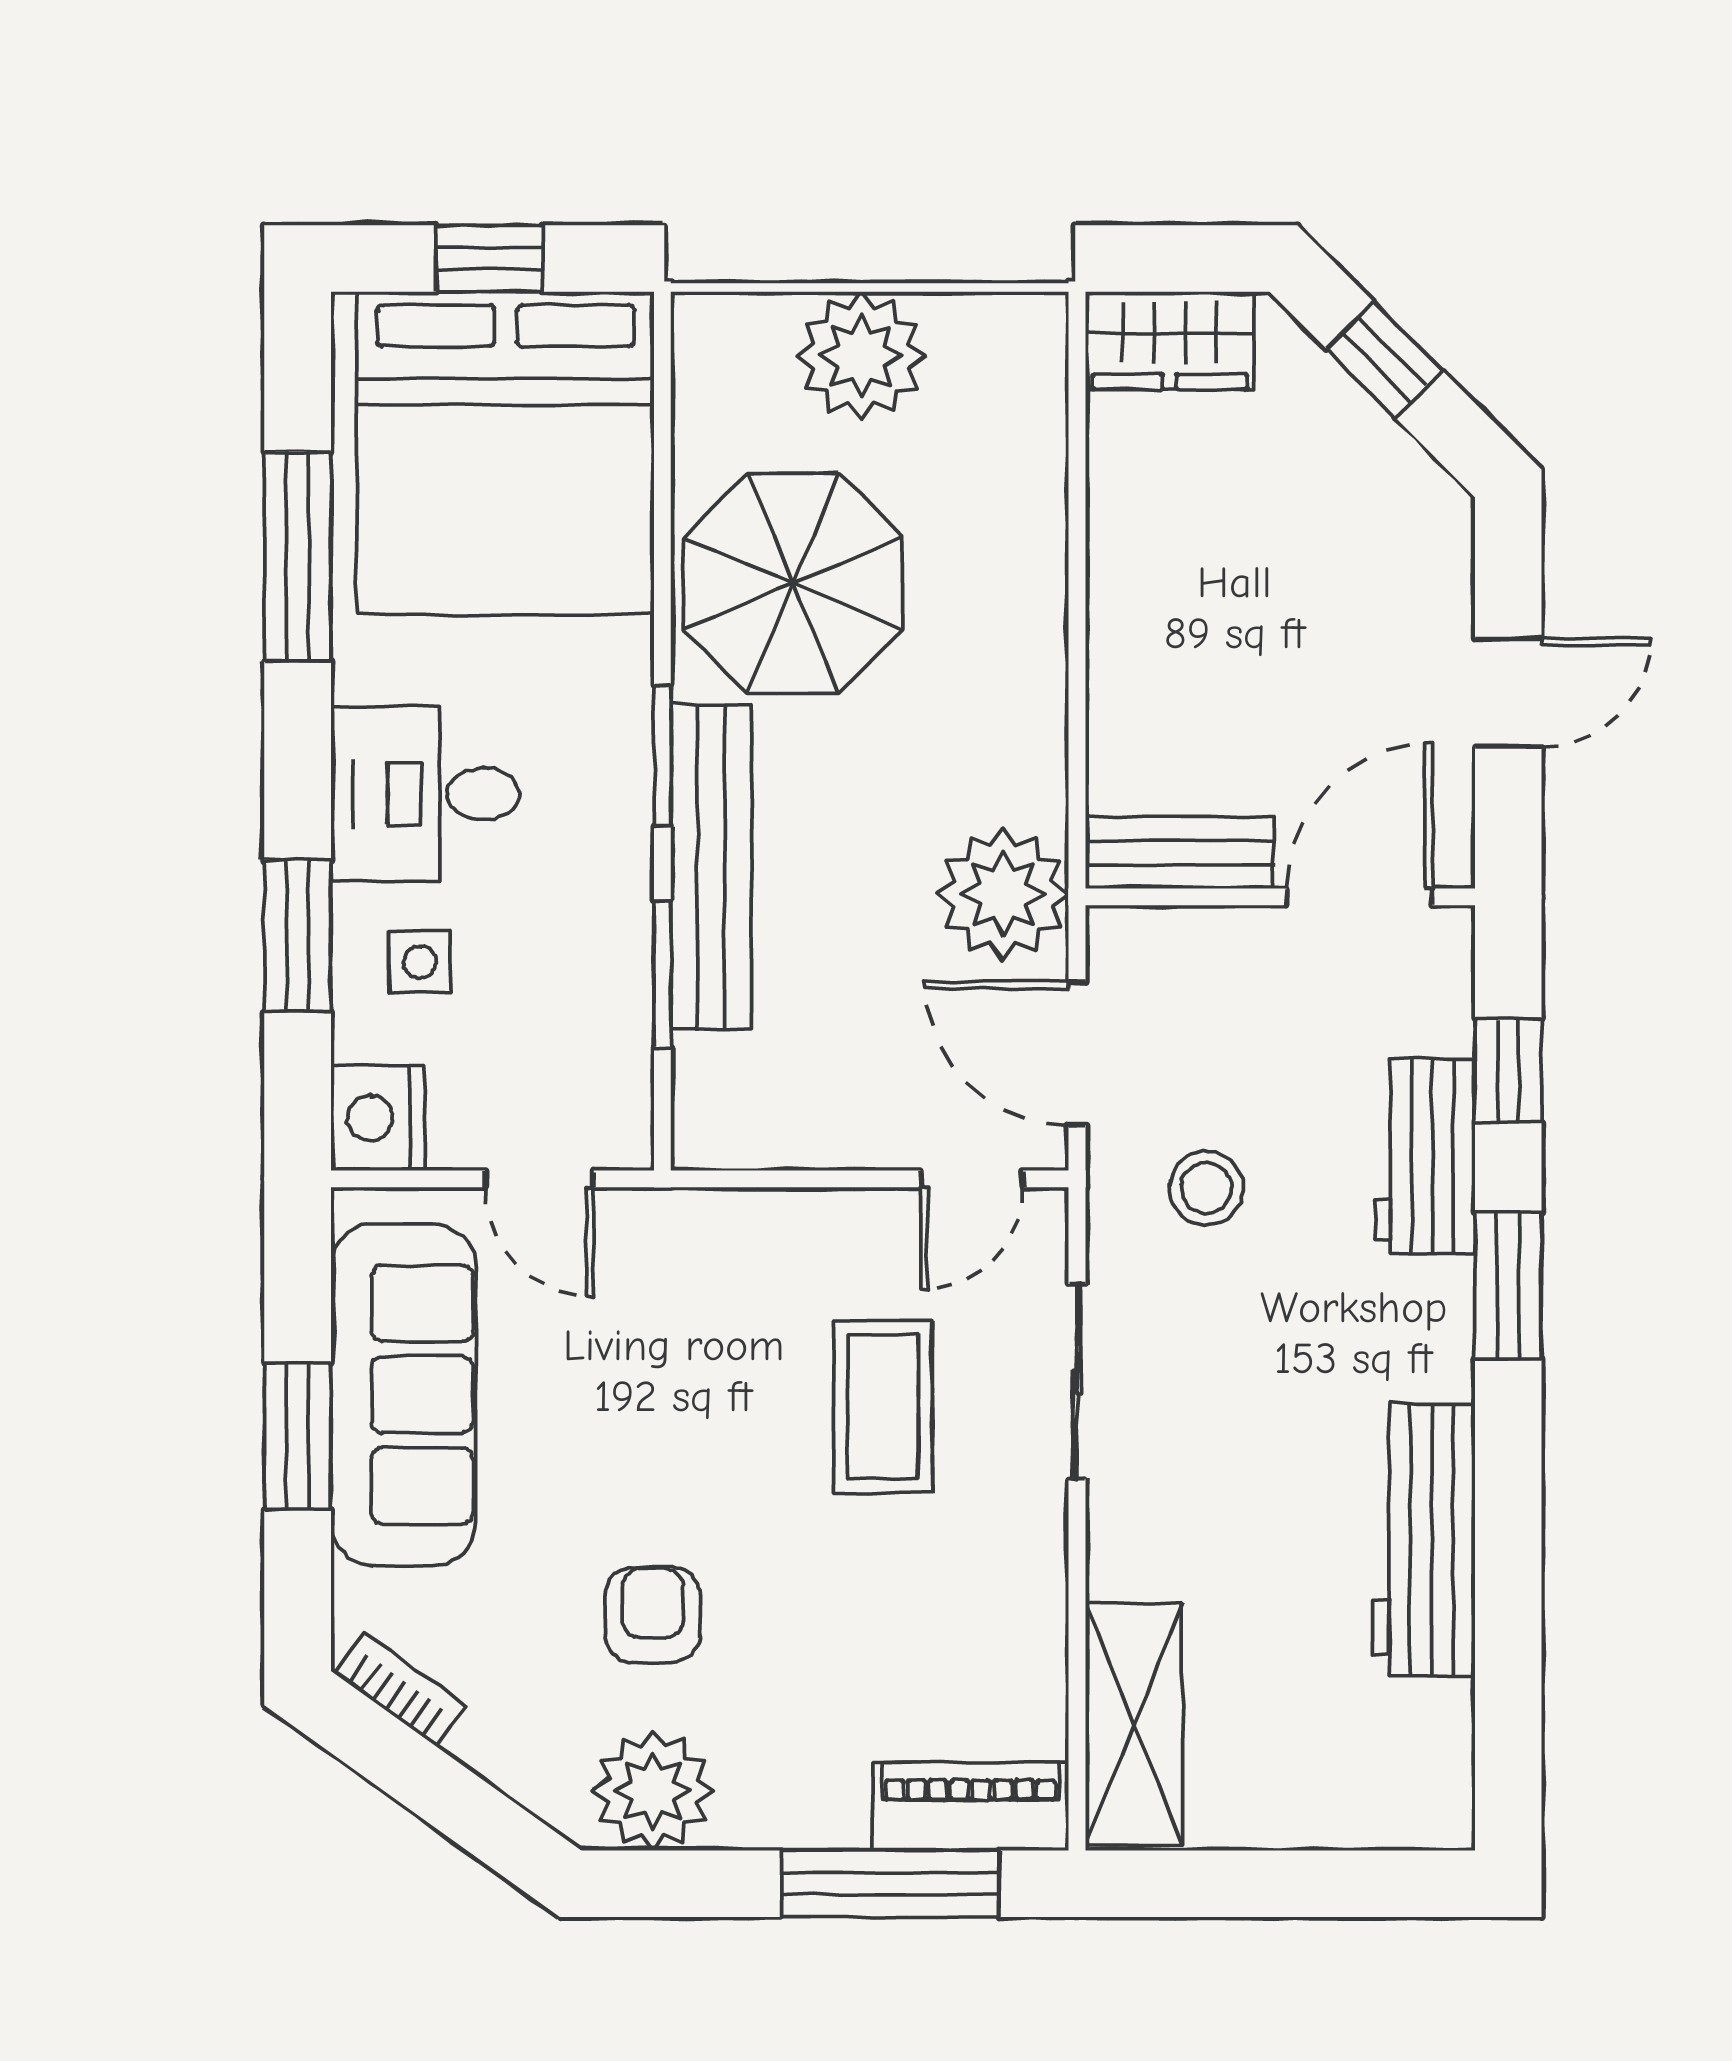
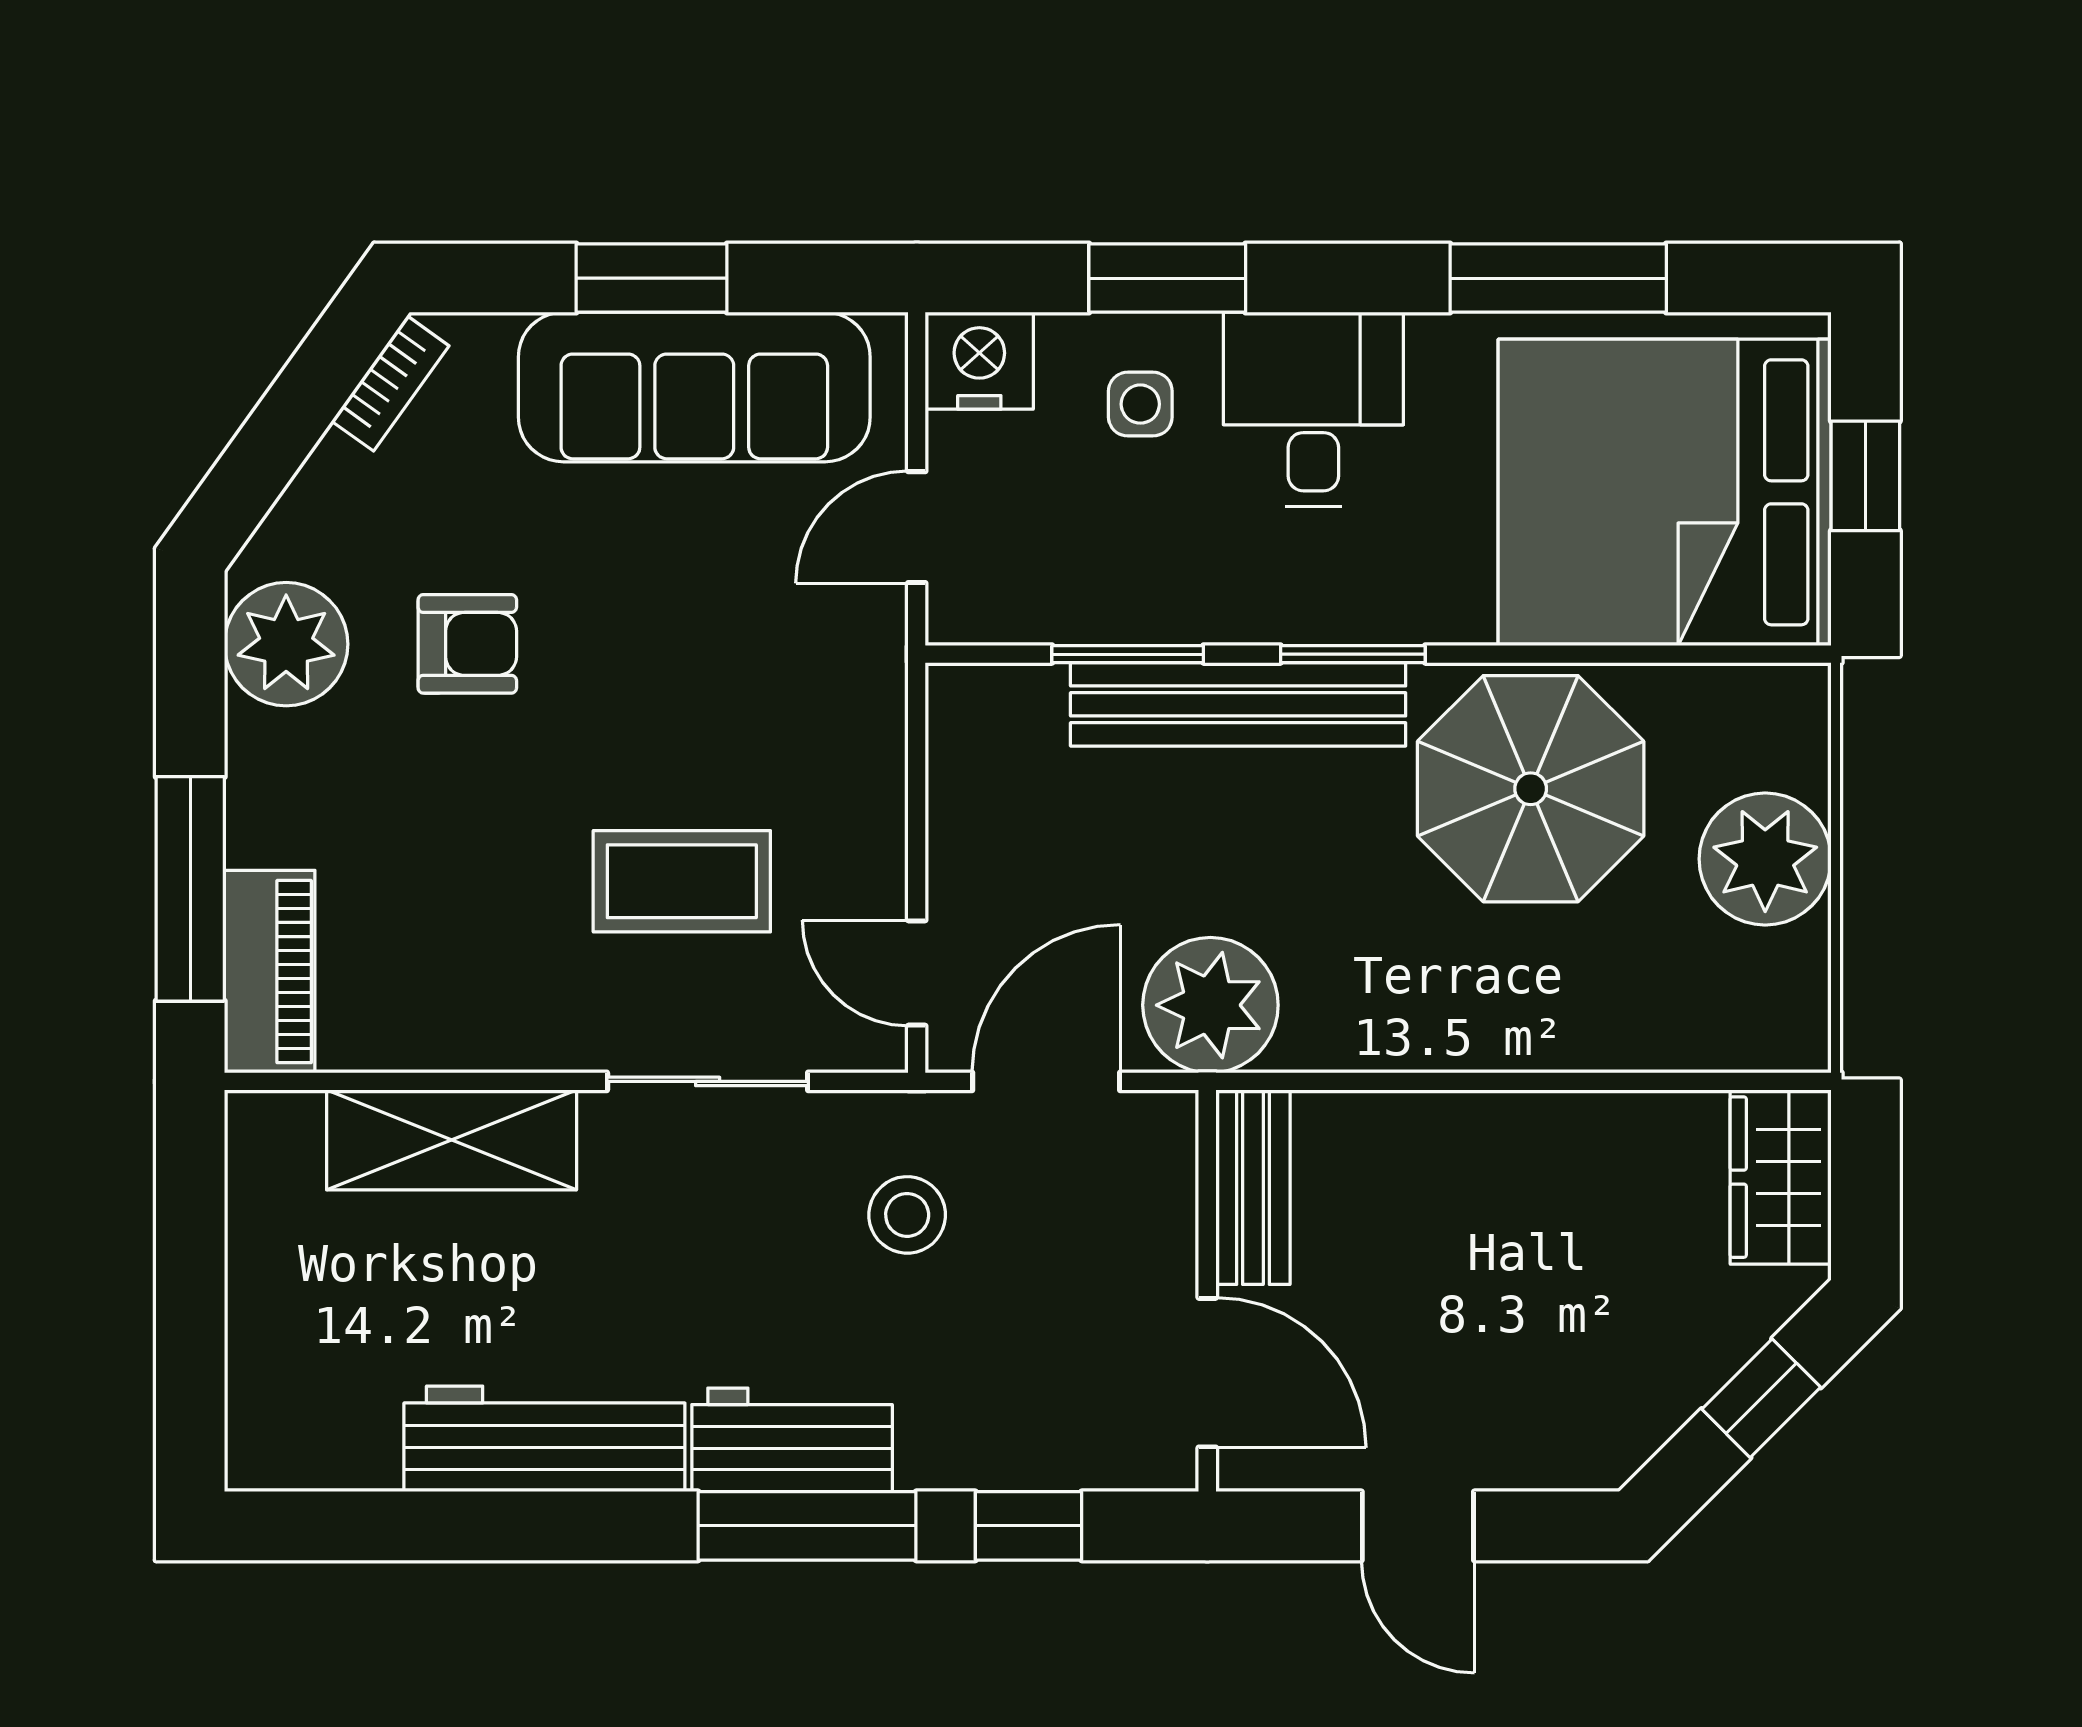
workbench: (1425, 1157) -> (792, 1440), moved
window: (1508, 1285) -> (807, 1526), width x1.44
shelving: (1134, 1724) -> (452, 1140), moved

